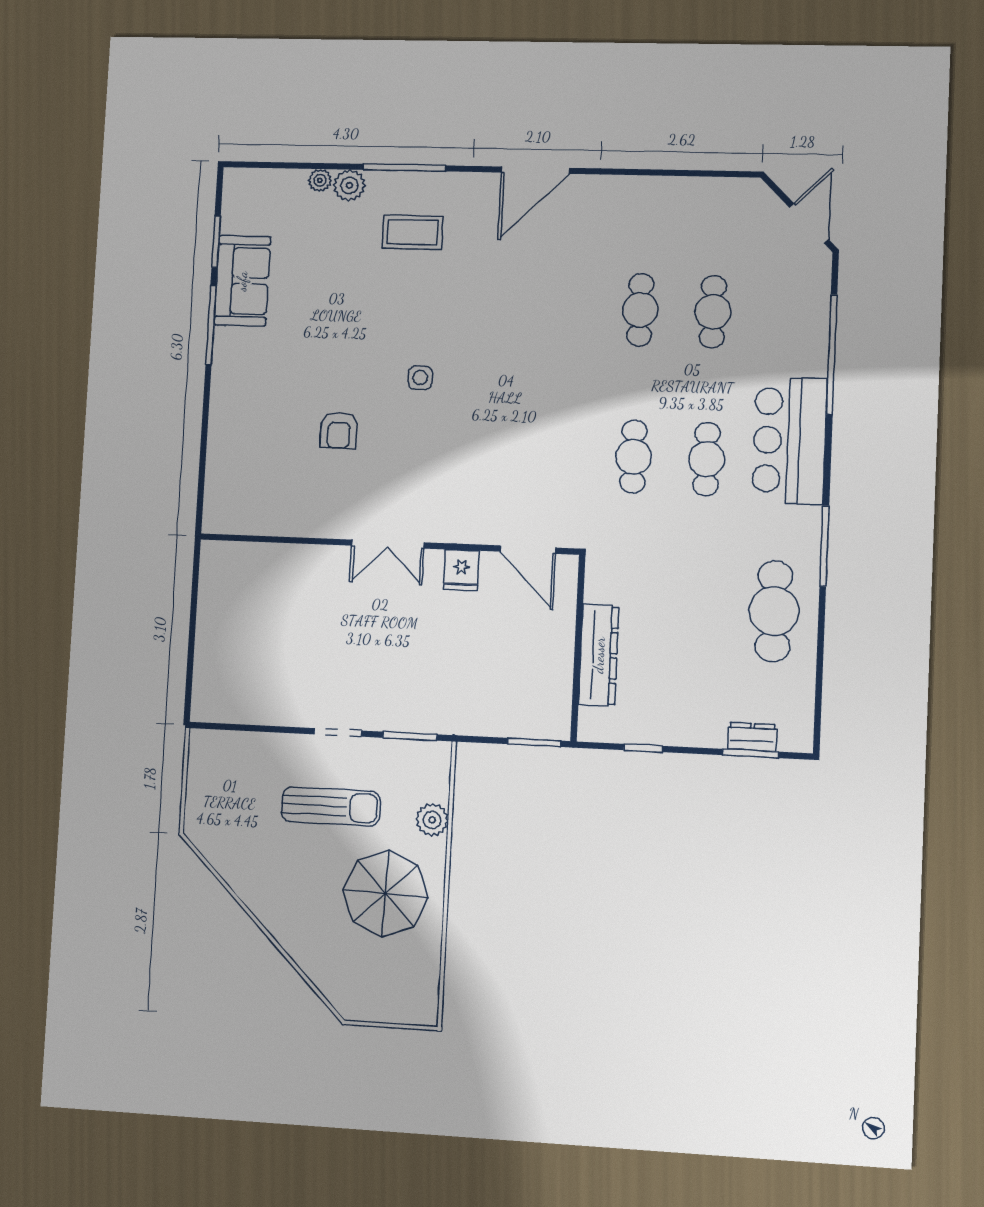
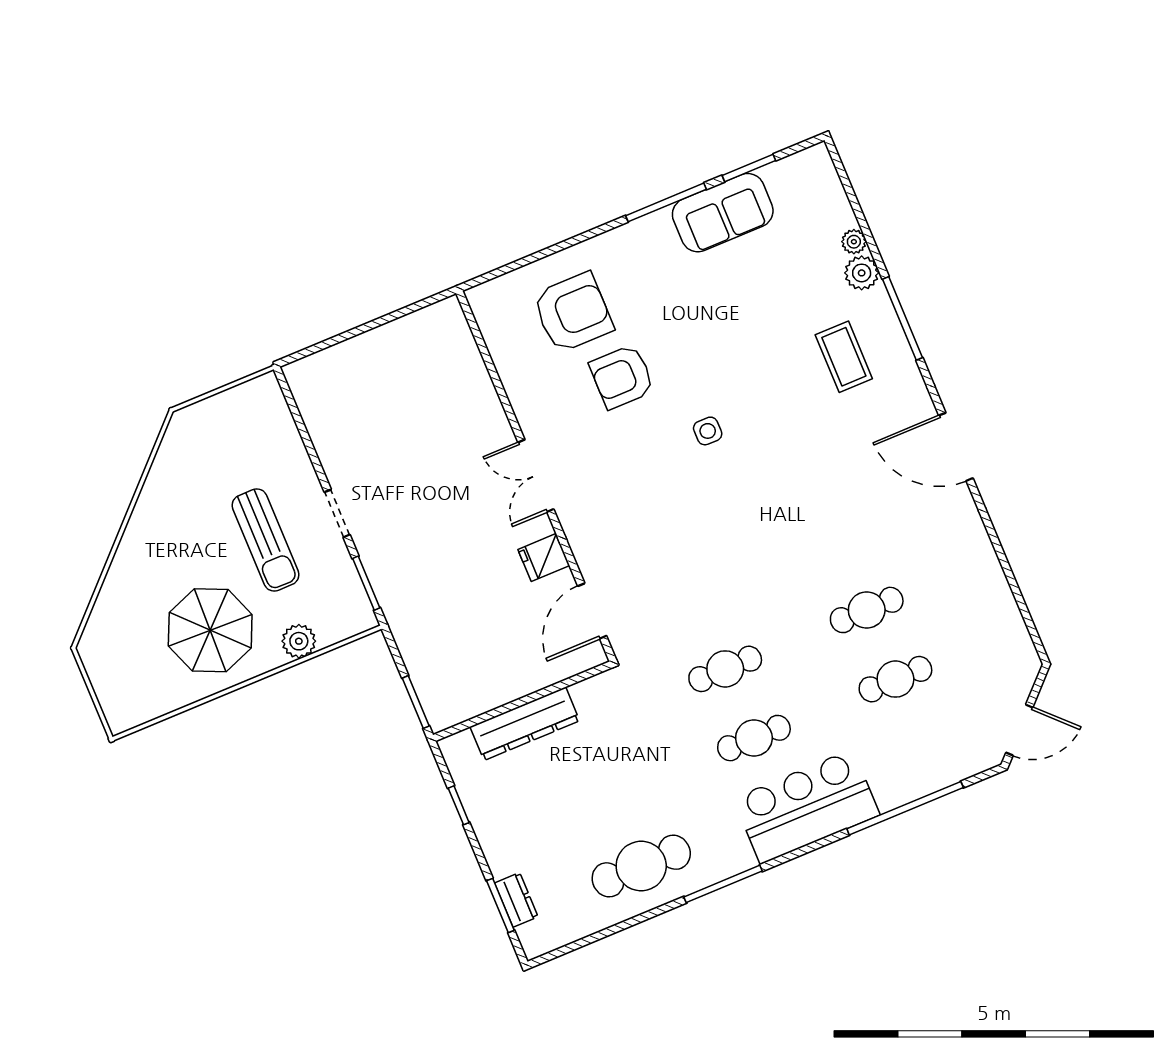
armchair: (339, 430) -> (622, 377), width x1.38, depth x1.38
armchair: (265, 447) -> (573, 313), added

